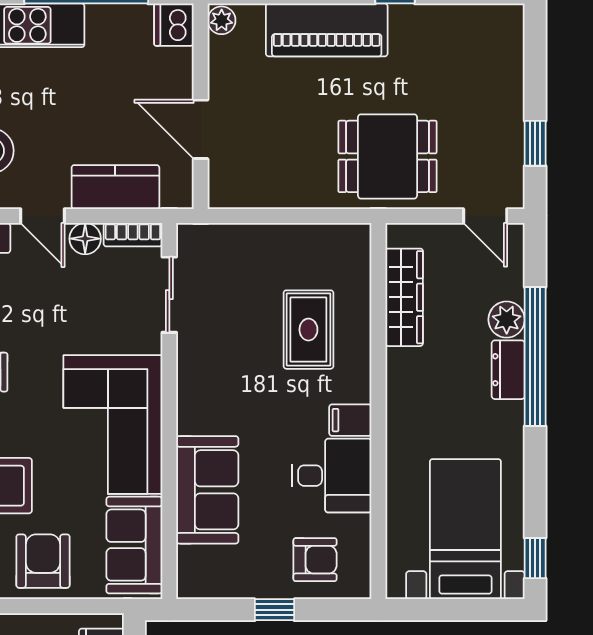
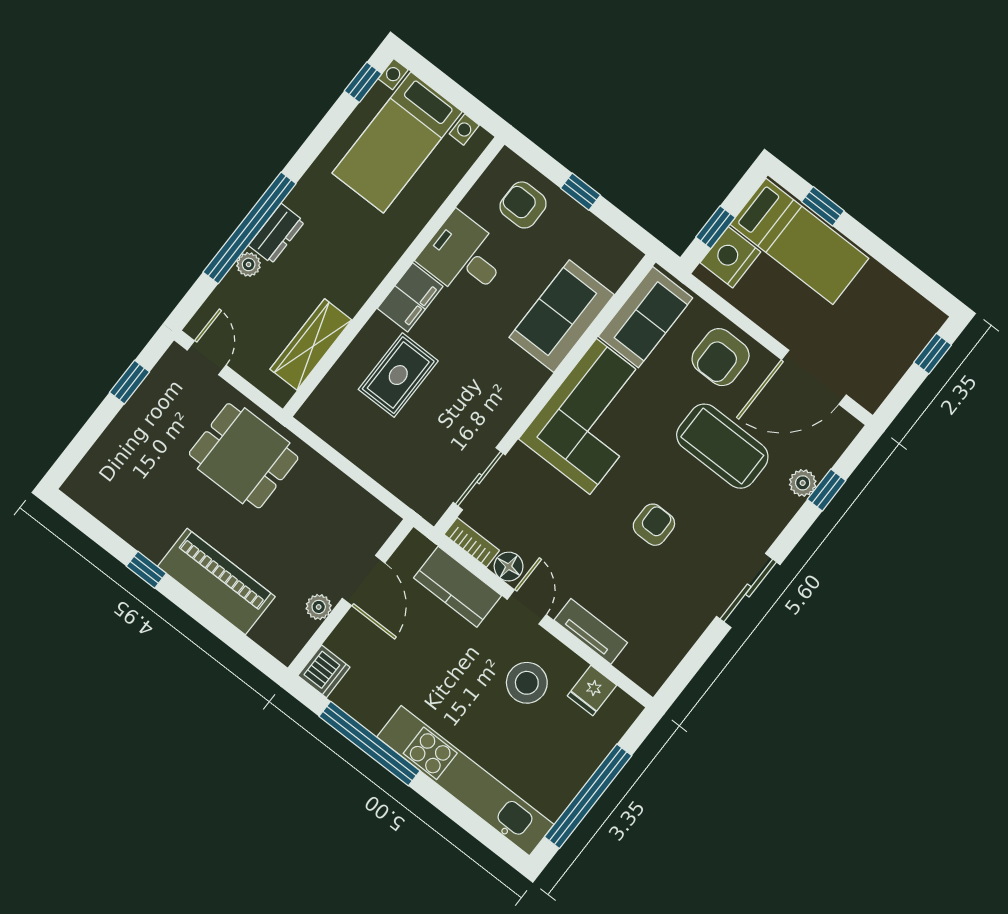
plant: (222, 20) -> (319, 607), moved
plant: (507, 320) -> (249, 264), width x0.73, depth x0.73
filing cabinet: (350, 420) -> (410, 297), width x2.00

